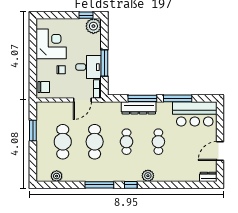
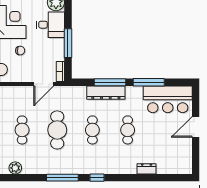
desk: (89, 67) -> (51, 25), moved
cafe table: (63, 142) -> (22, 130), width x0.73, depth x0.74
door: (220, 151) -> (196, 127), moved
plant: (148, 176) -> (116, 168), removed
dresser: (208, 177) -> (147, 169), moved

